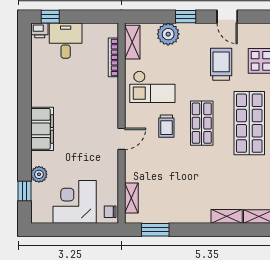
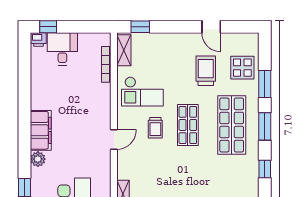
window: (186, 17) -> (140, 27), moved
plant: (168, 34) -> (157, 43), removed
plant: (39, 174) -> (38, 159), moved

